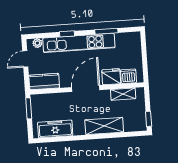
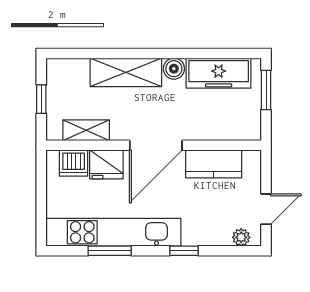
kitchen unit: (79, 43) -> (113, 232), moved
kitchen counter: (44, 82) -> (214, 164), moved
window: (29, 108) -> (266, 90), moved
window: (149, 119) -> (41, 99), moved
boiler: (79, 130) -> (174, 69), added

